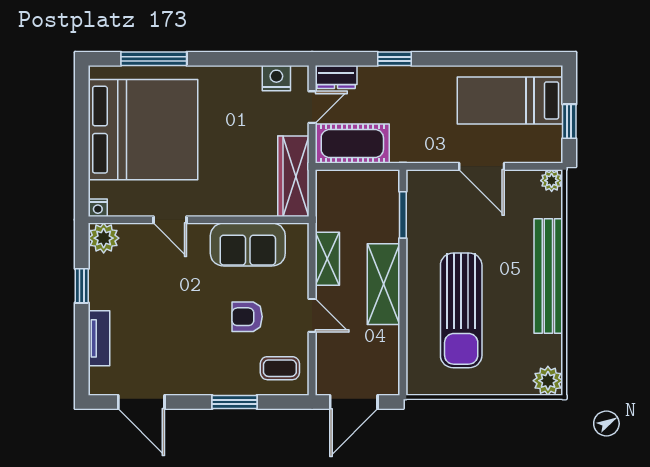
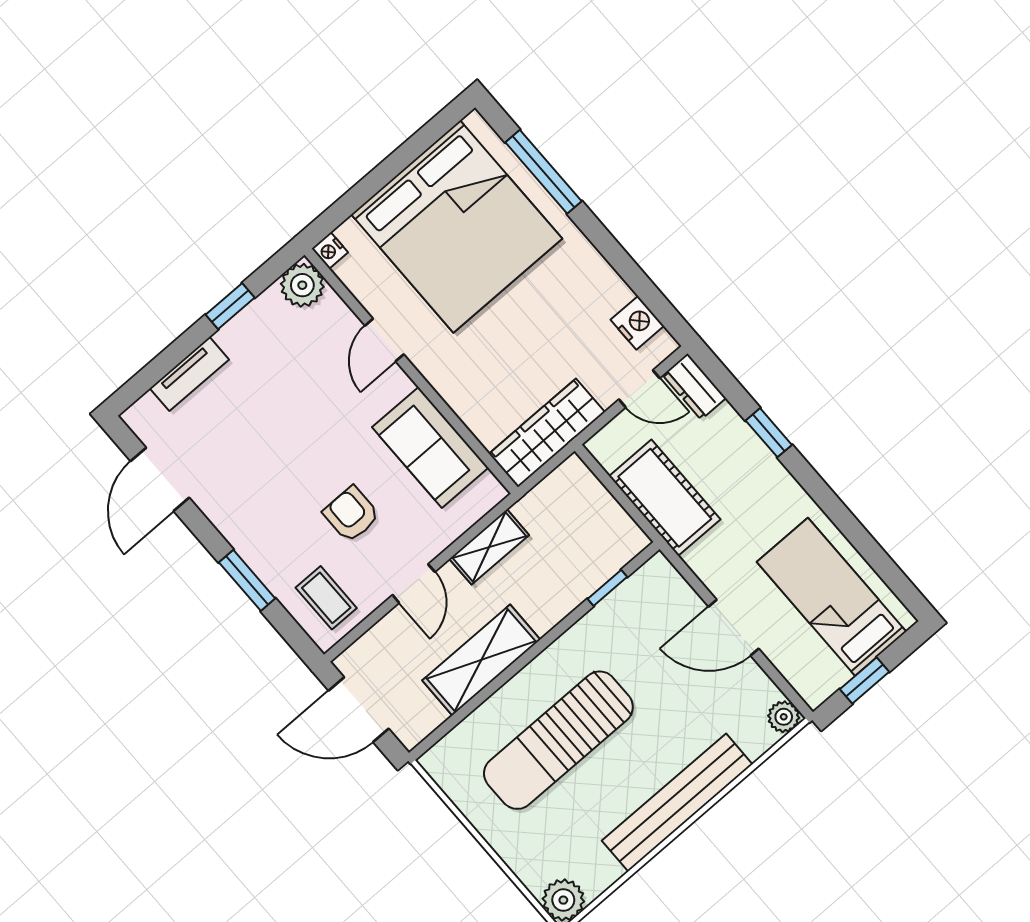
cot: (352, 143) -> (665, 498), moved
door: (482, 166) -> (734, 628), hinge flipped
window: (403, 215) -> (607, 588), width x0.67
shelving: (383, 284) -> (481, 660), moved

